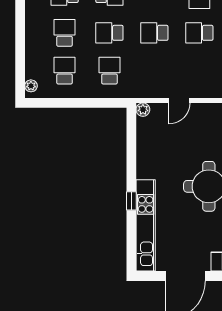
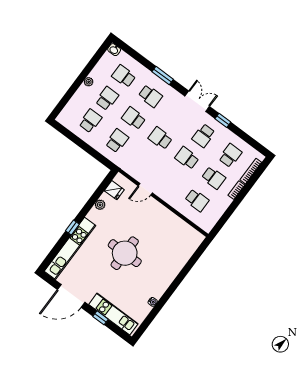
plant: (31, 86) -> (89, 82), moved
plant: (143, 110) -> (100, 205), moved
fridge: (147, 126) -> (114, 190), added

